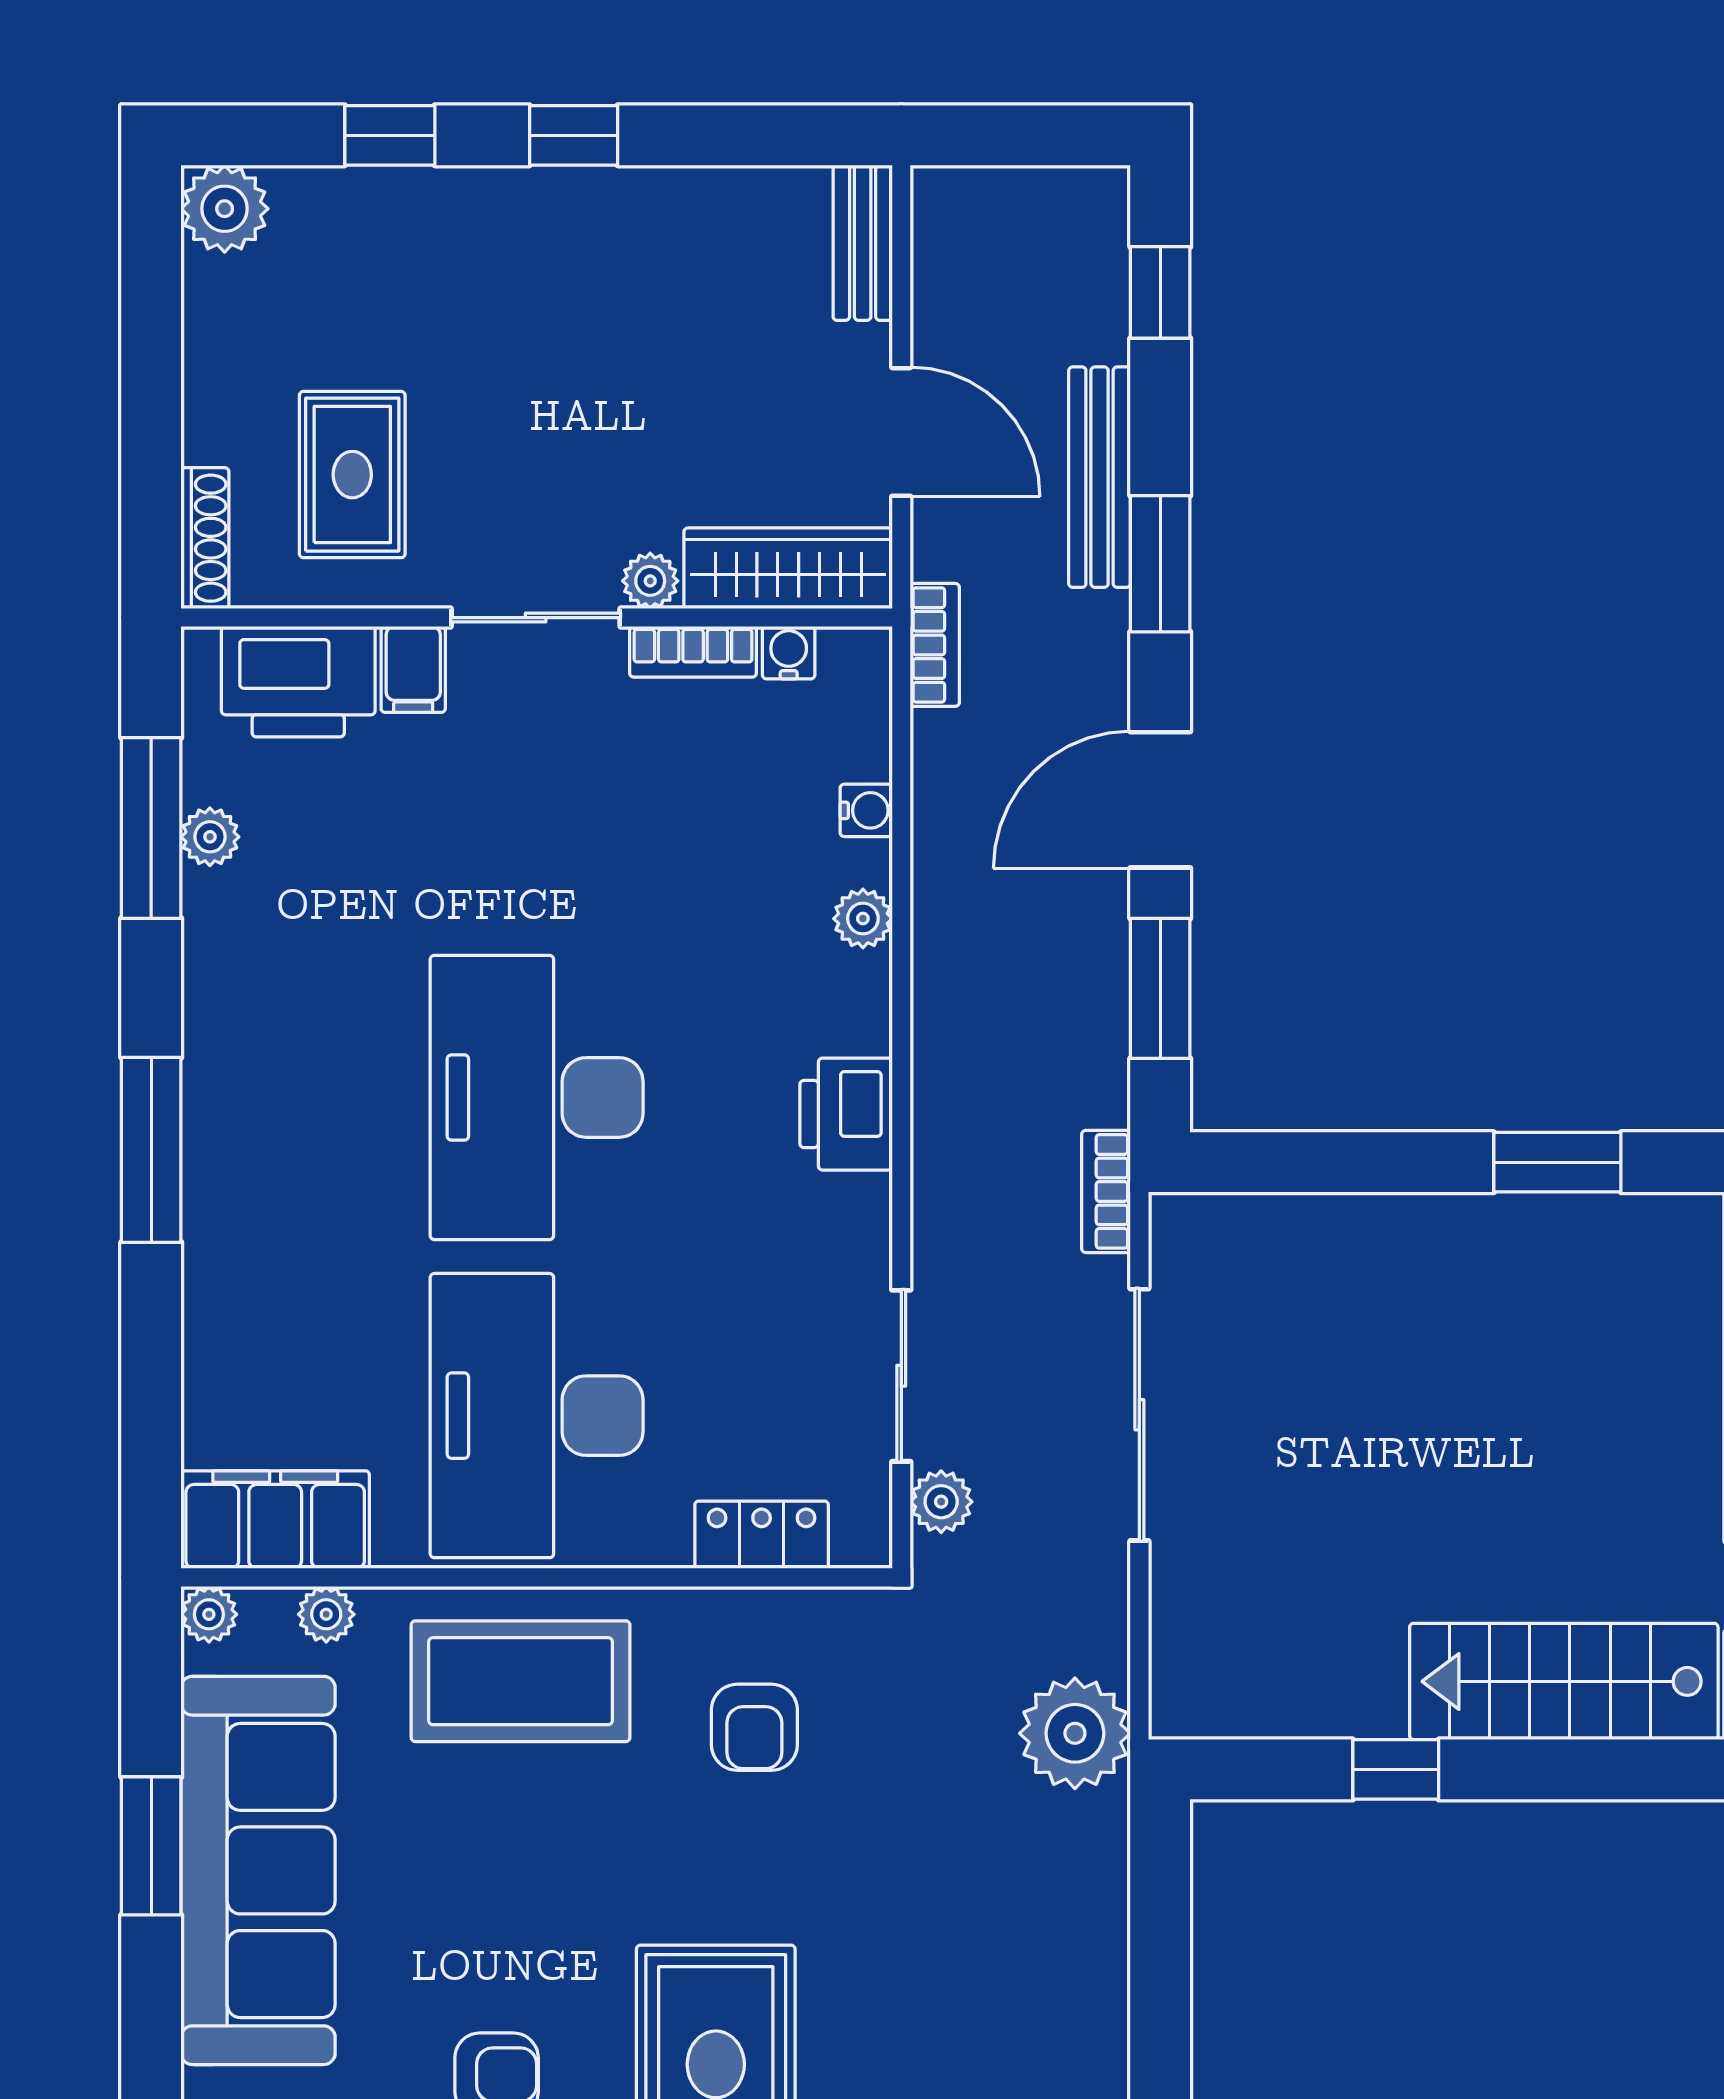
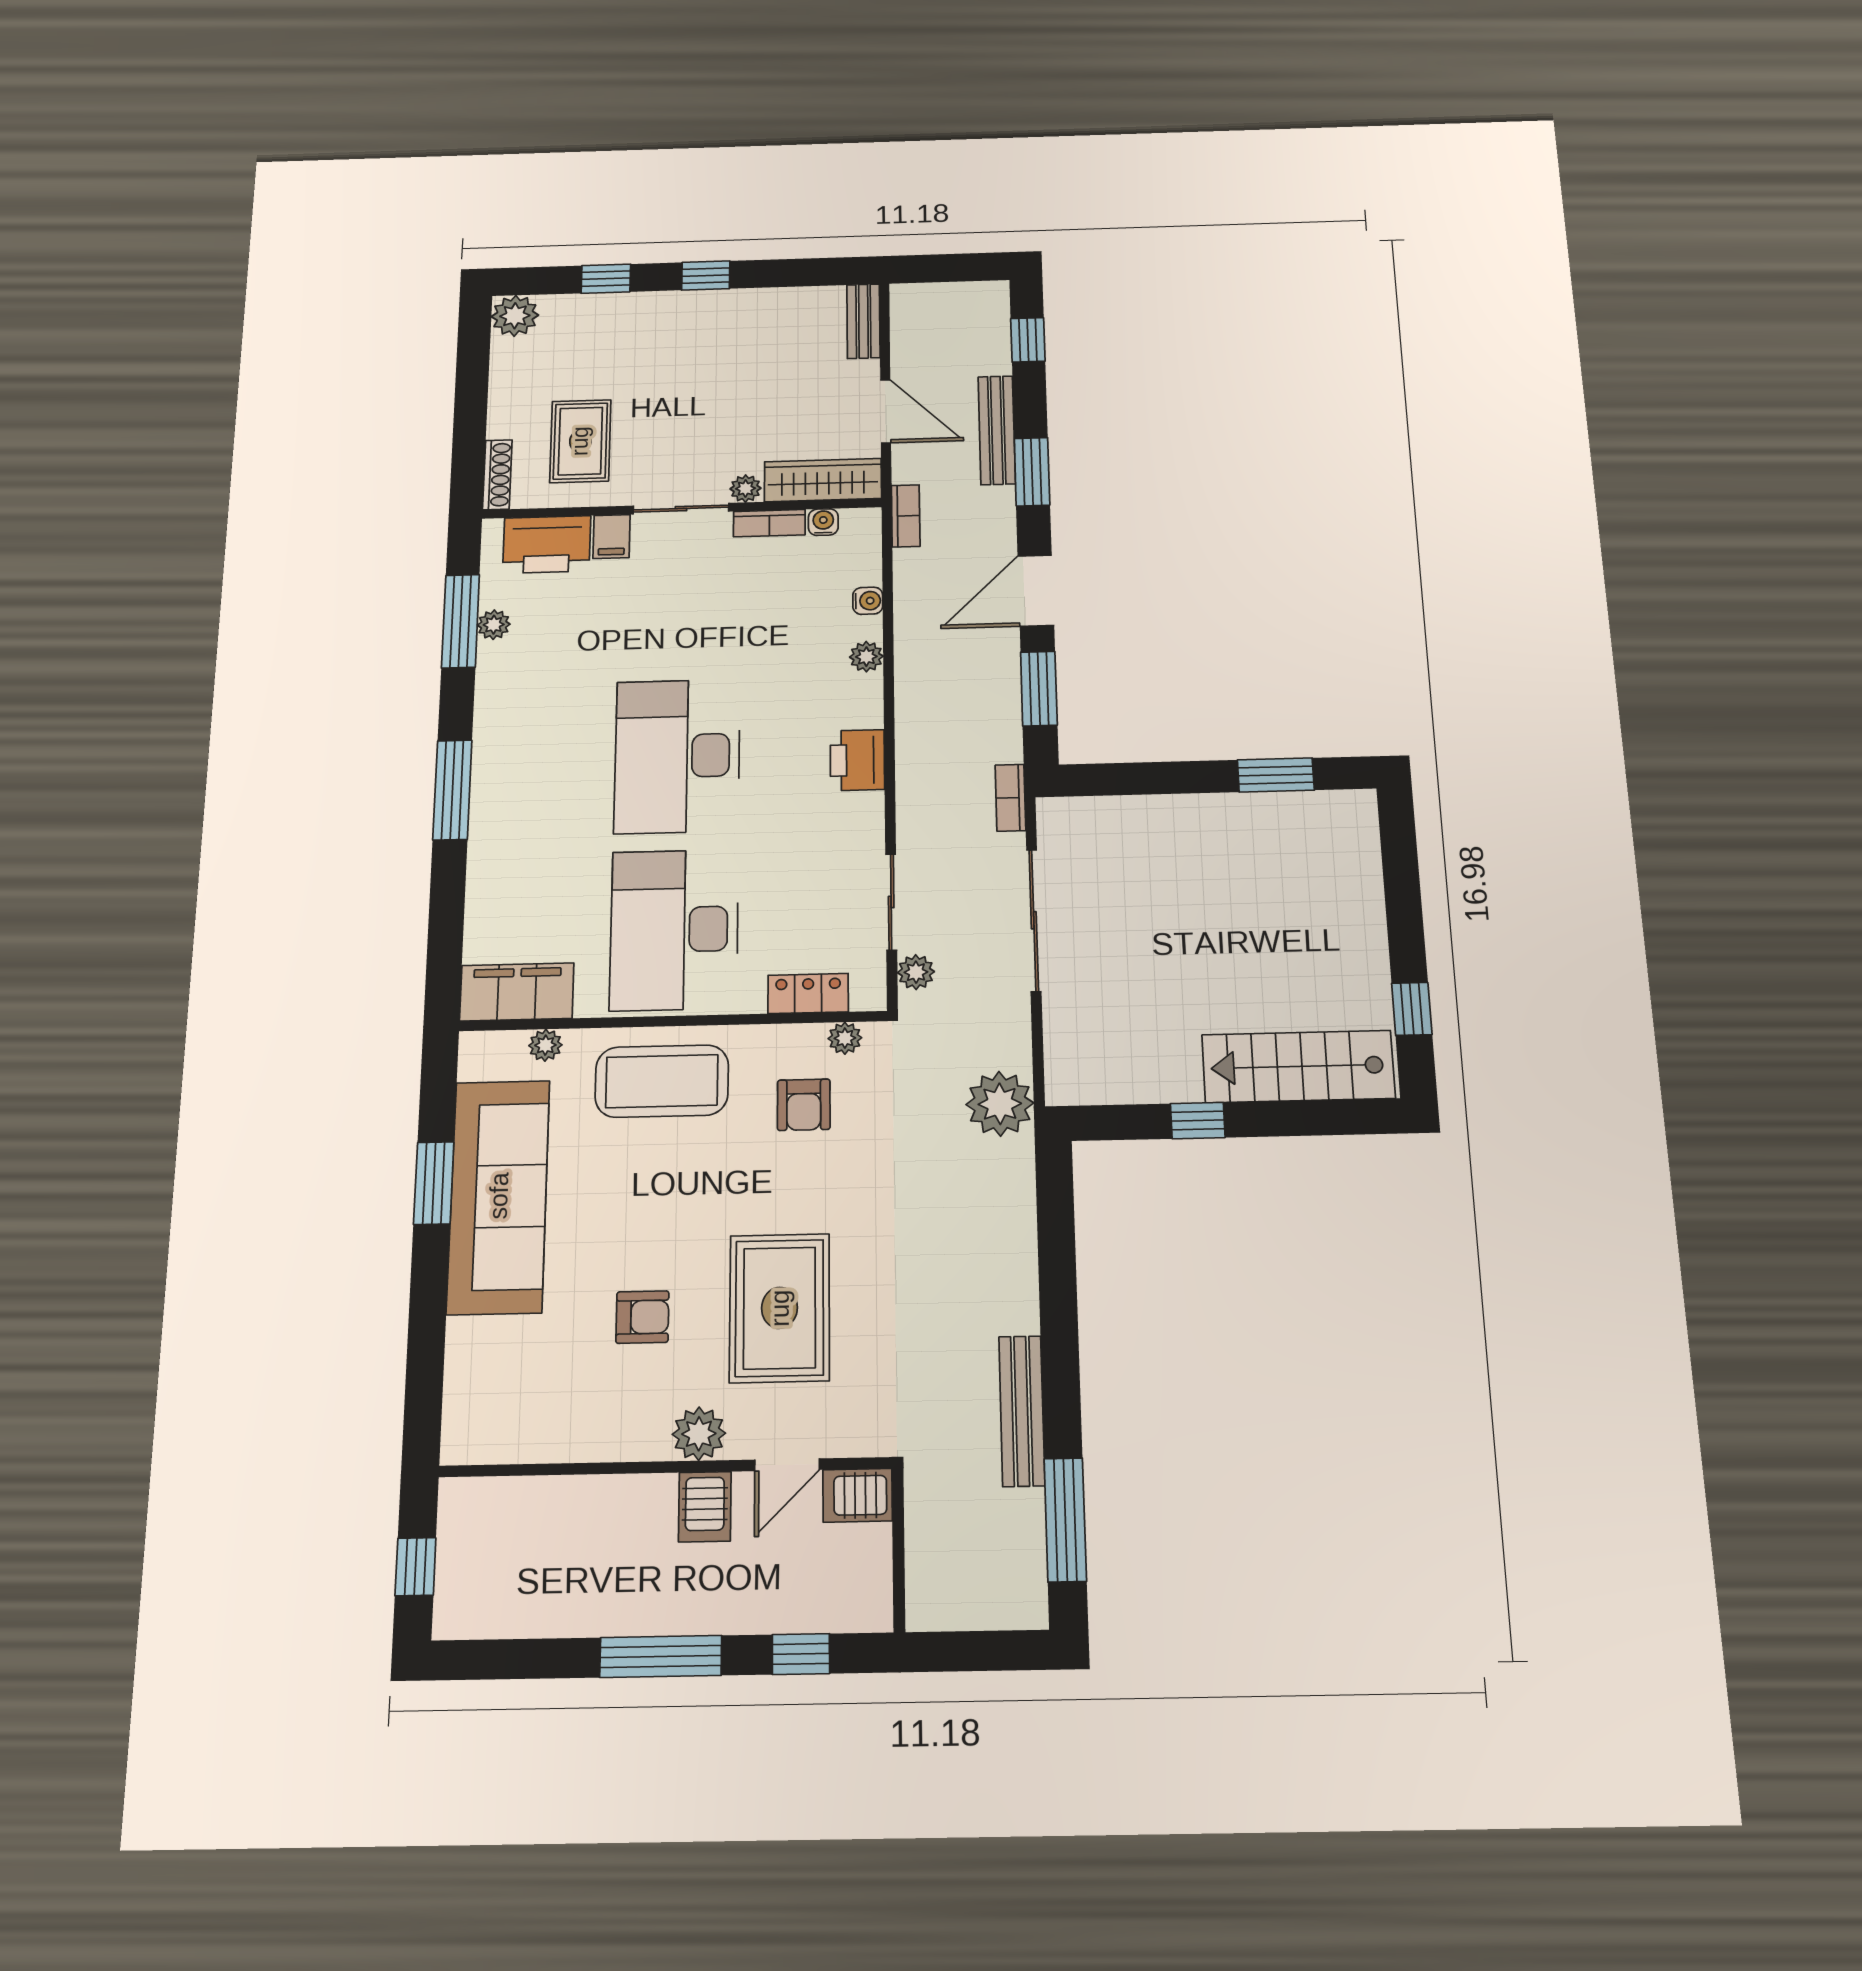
plant: (209, 1614) -> (845, 1038), moved

